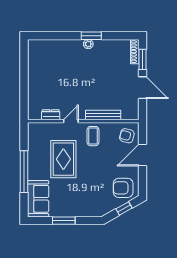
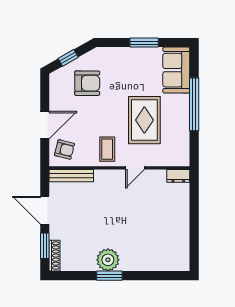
plant: (88, 44) -> (108, 260), width x1.88, depth x1.88
dresser: (51, 115) -> (178, 176), moved
bench: (103, 115) -> (71, 176), moved
armchair: (123, 188) -> (87, 83), moved

